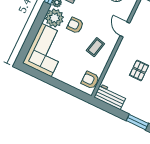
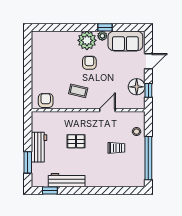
corner sofa: (46, 50) -> (54, 47), removed
workbench: (110, 97) -> (39, 147), moved

